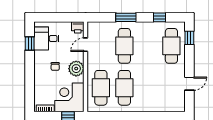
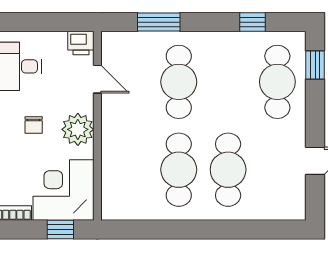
window: (126, 17) -> (159, 22), moved
door: (86, 45) -> (97, 79), swing flipped
cafe table: (101, 88) -> (228, 170), moved

